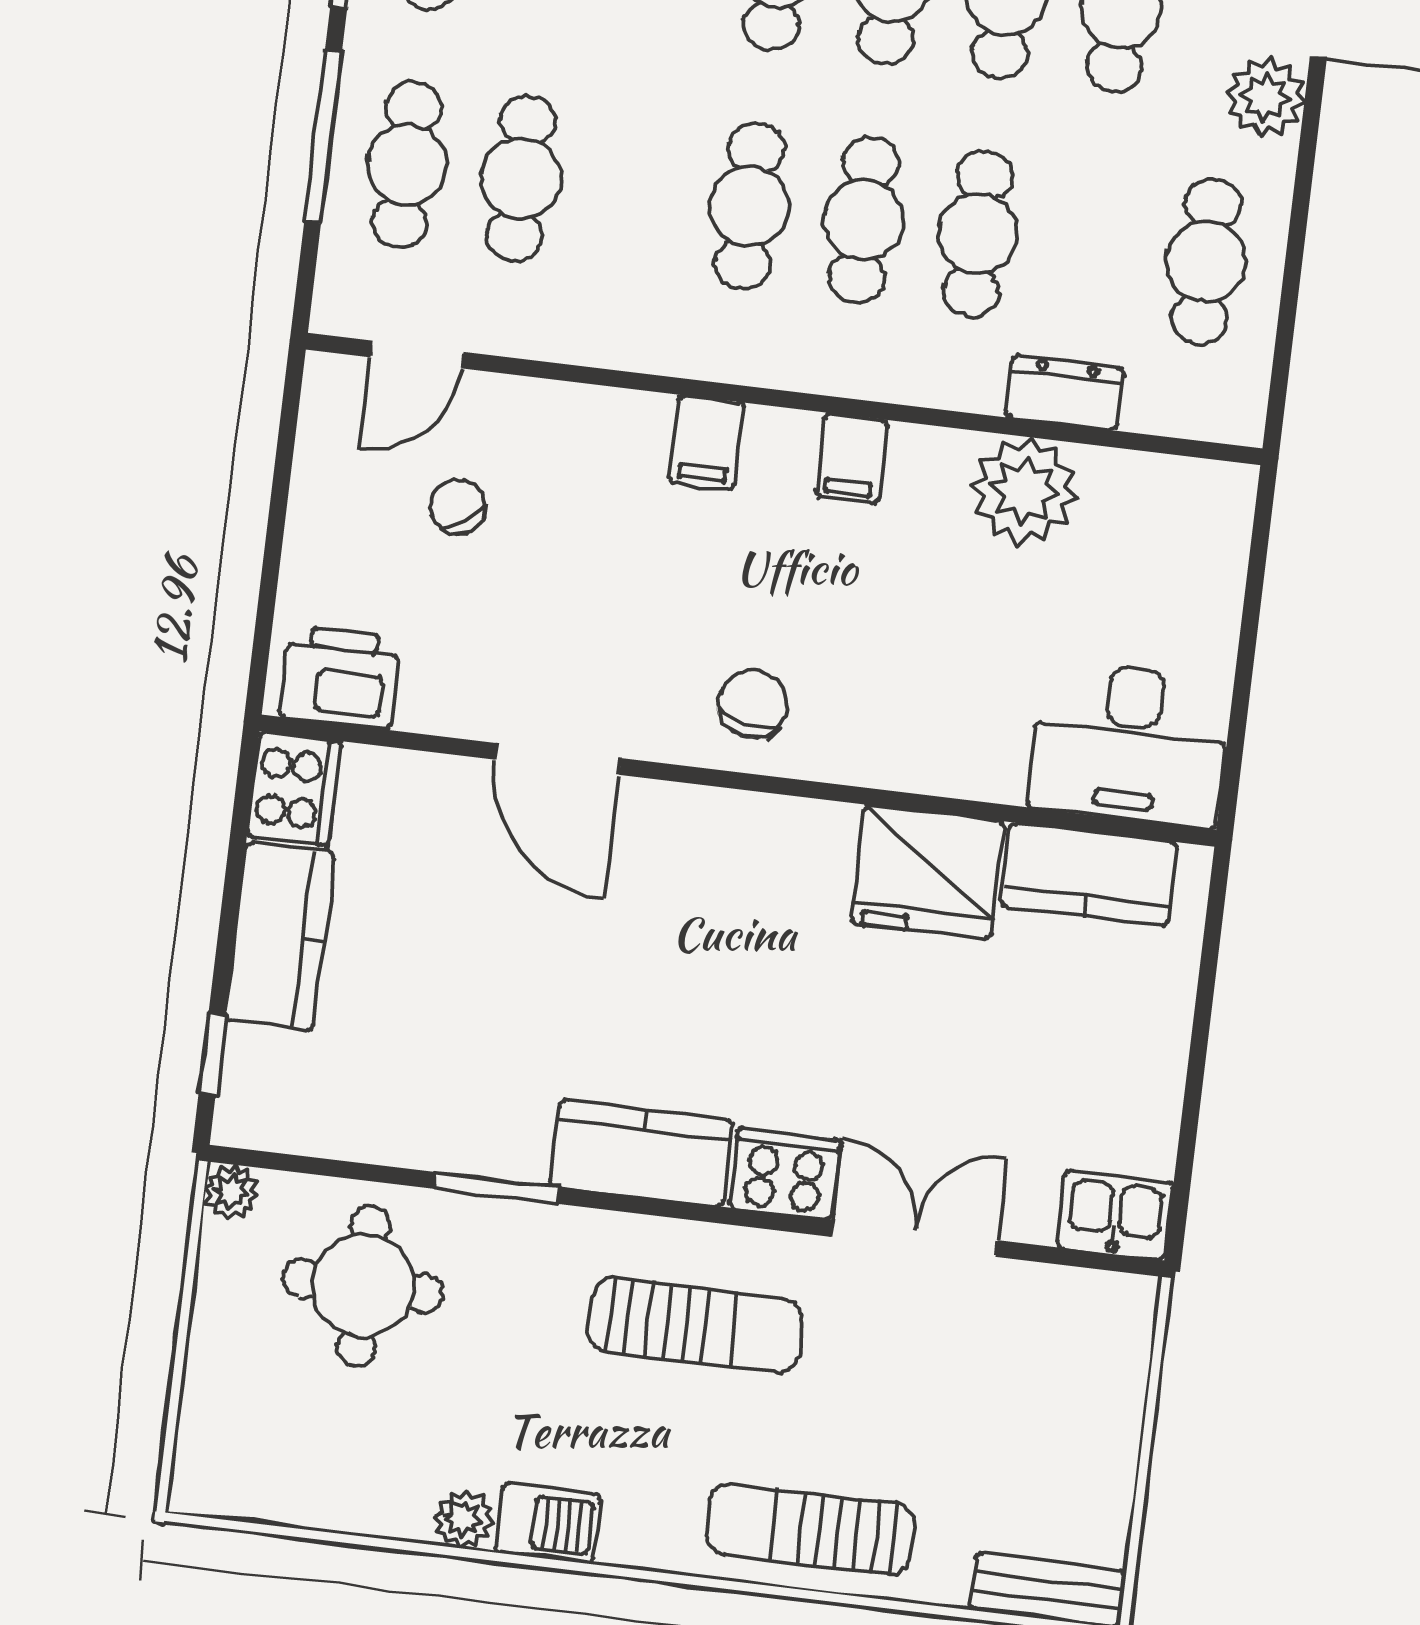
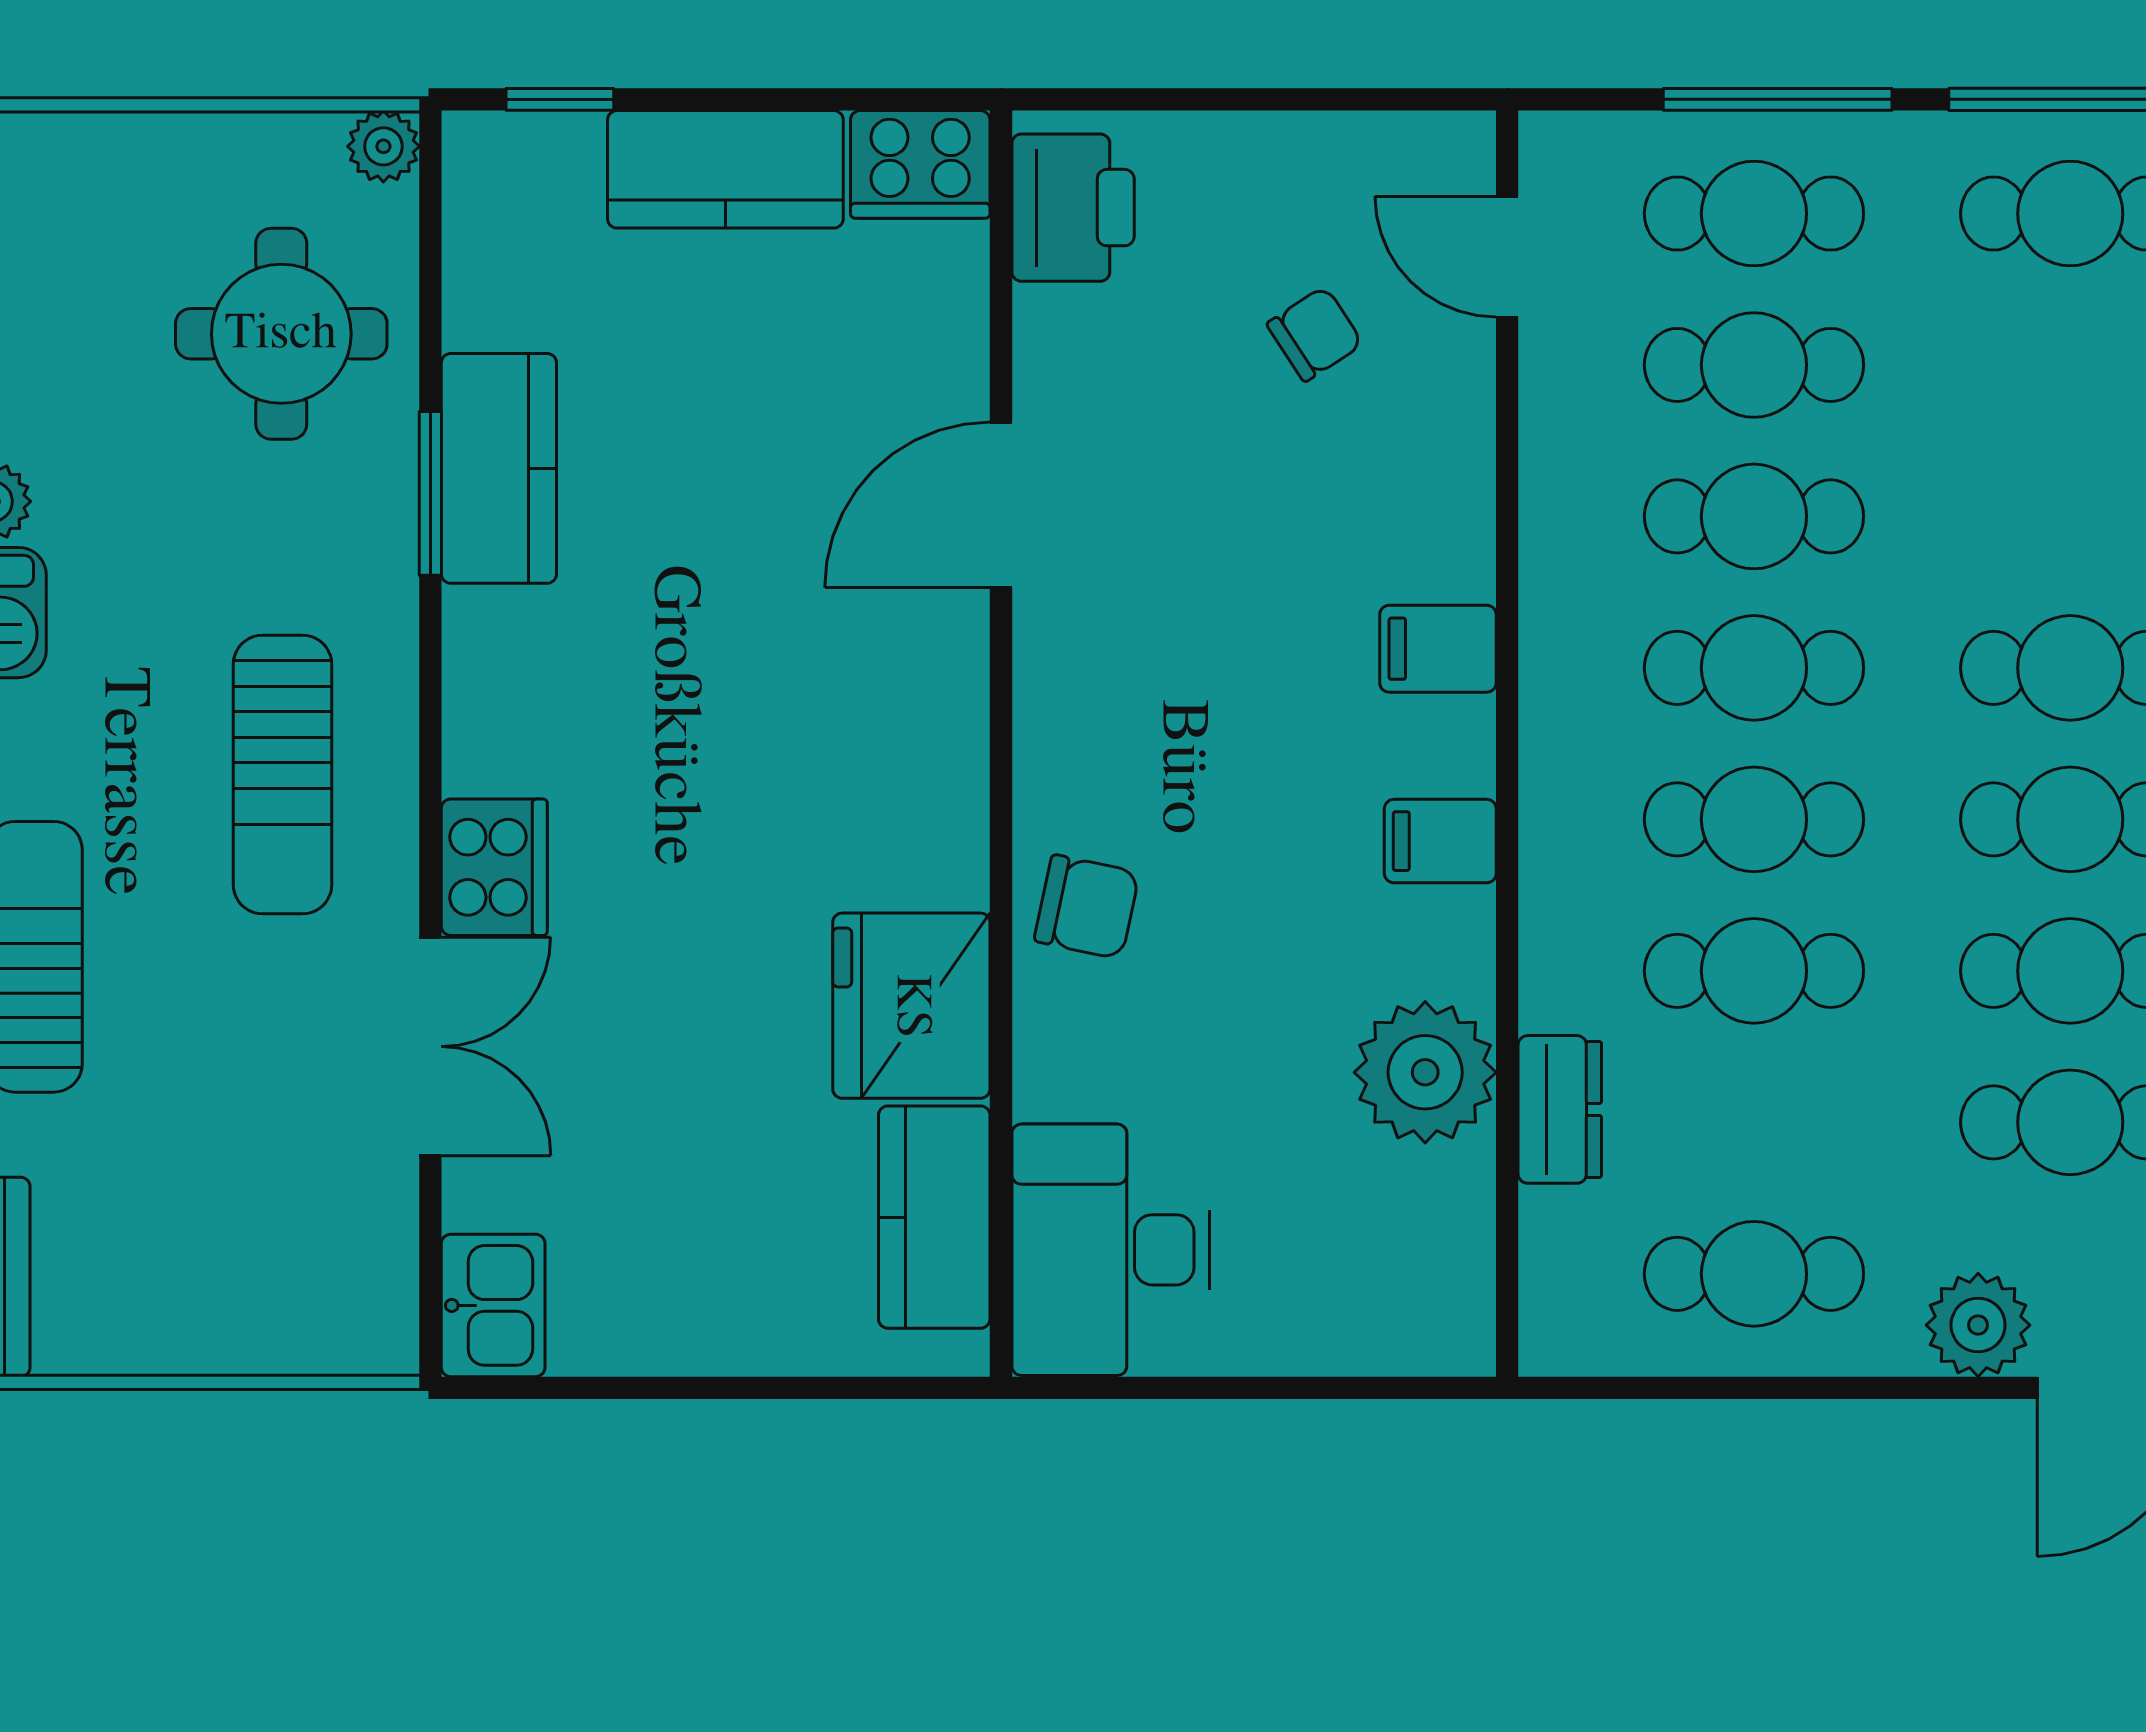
cafe table: (635, 192) -> (1754, 516), added
chair: (753, 704) -> (1087, 907), moved
kitchen counter: (641, 1153) -> (499, 468), moved

